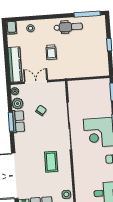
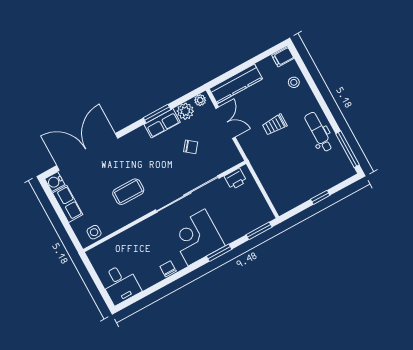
dental chair: (68, 27) -> (319, 132), turned 180
printer: (74, 92) -> (236, 179), added

